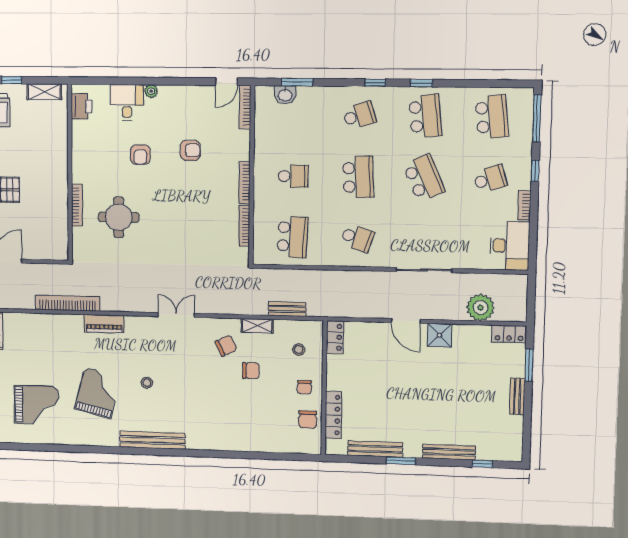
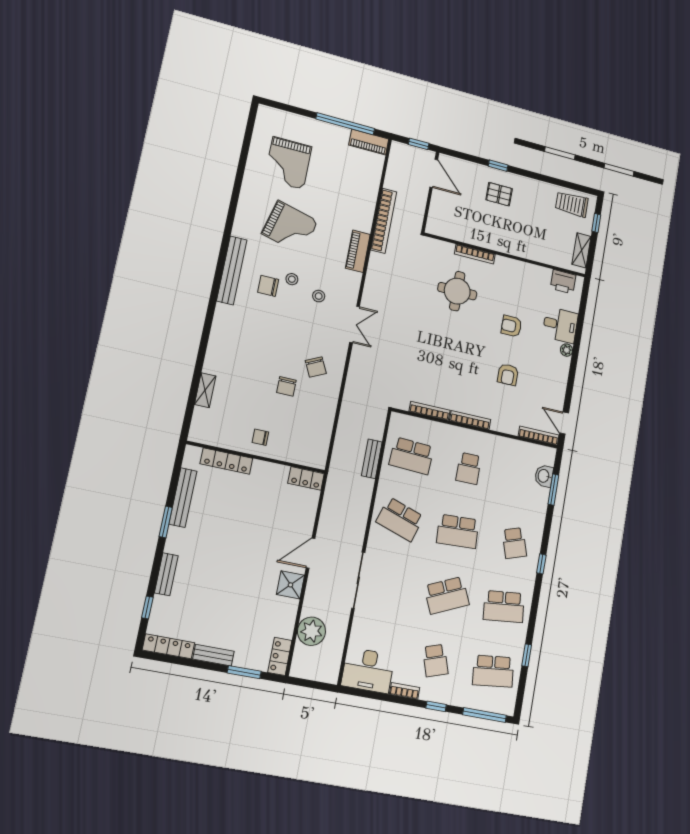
window: (421, 83) -> (527, 655), moved
school desk: (357, 238) -> (400, 519), width x1.85
bench: (287, 309) -> (372, 459), moved
shelving: (257, 326) -> (205, 390), moved
stool: (299, 350) -> (319, 296), moved
chair: (308, 420) -> (268, 286), moved
locker: (515, 439) -> (168, 646), added
bench: (449, 452) -> (166, 574), width x0.73

